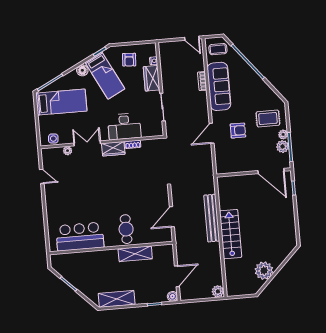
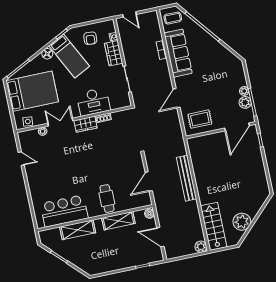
door: (192, 38) -> (129, 14), moved
bed: (61, 102) -> (32, 91), width x1.50
rug: (268, 119) -> (200, 119), moved
armchair: (238, 131) -> (201, 93), removed
door: (271, 171) -> (237, 127), hinge flipped
stairs: (231, 234) -> (214, 226), moved
door: (177, 276) -> (160, 237), swing flipped
boiler: (172, 296) -> (149, 214), moved
shelving: (117, 299) -> (78, 230), moved

